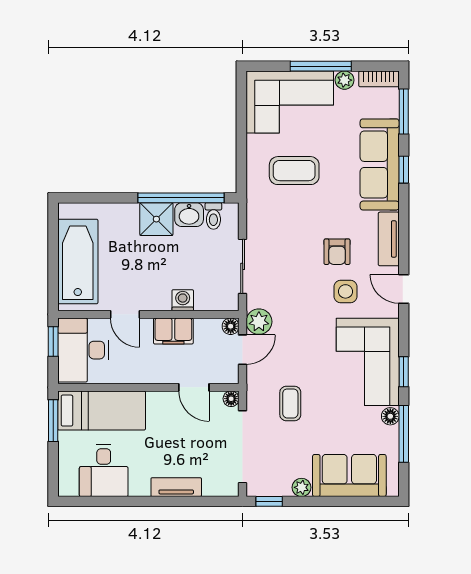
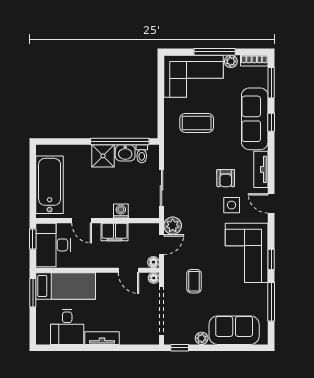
floor lamp: (231, 326) -> (153, 262), moved
floor lamp: (390, 416) -> (262, 290), removed
tv unit: (176, 487) -> (102, 338), moved

